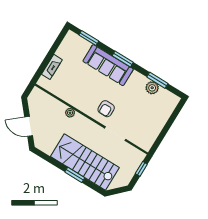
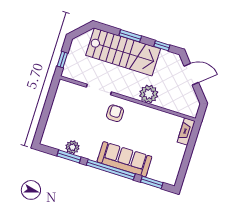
window: (123, 59) -> (111, 170), width x2.11
fireplace: (52, 67) -> (186, 131), moved
plant: (70, 113) -> (149, 94), width x1.87, depth x1.87
window: (49, 159) -> (162, 46), added

